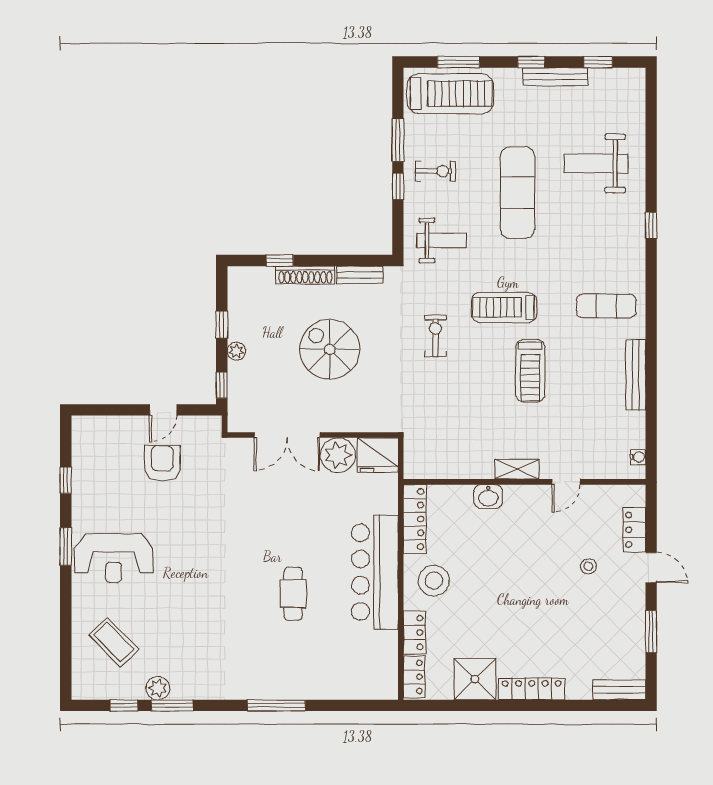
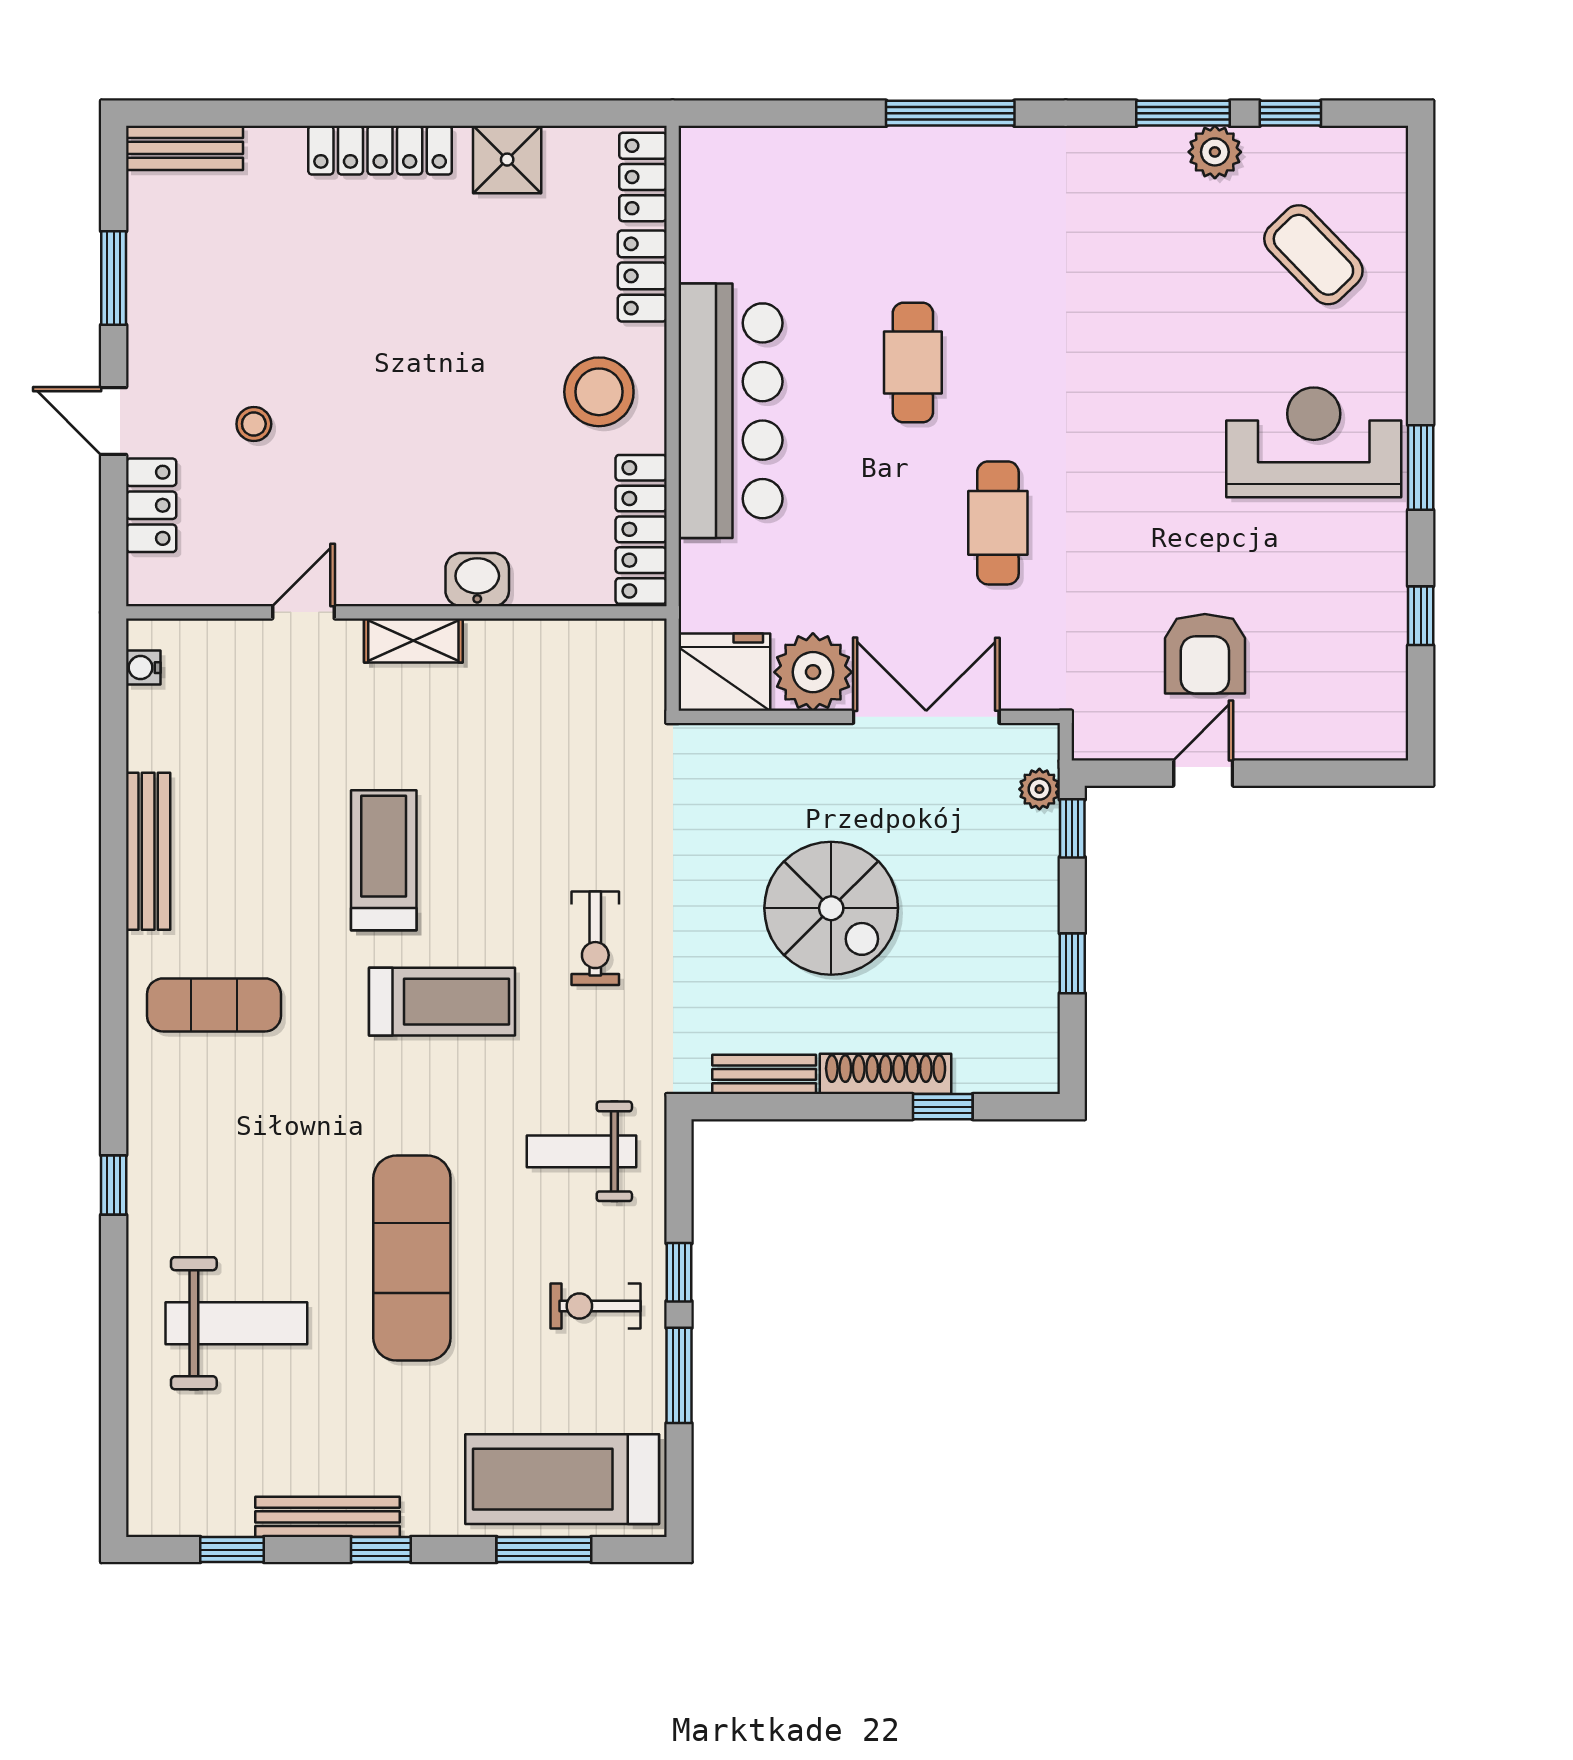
plant: (236, 351) -> (1039, 789), moved
cafe table: (255, 522) -> (998, 523), added
shower: (475, 679) -> (507, 160), width x0.73, depth x0.73

